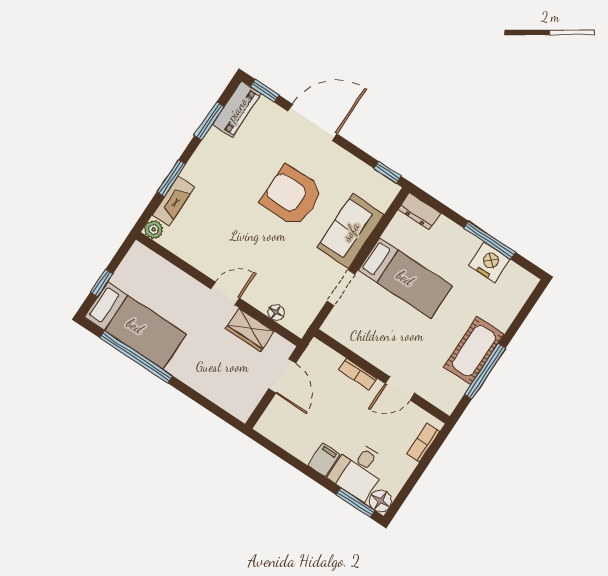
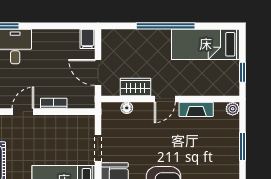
fireplace: (174, 201) -> (196, 109), moved, turned -90
window: (102, 283) -> (242, 72), moved
window: (136, 357) -> (166, 26), moved
filing cabinet: (324, 460) -> (87, 39), moved

